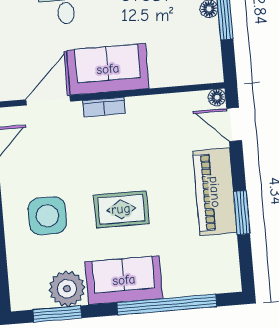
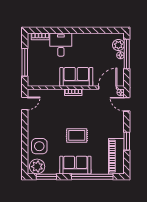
door: (48, 100) -> (108, 88), moved
piano: (215, 192) -> (116, 156), moved
side table: (47, 216) -> (39, 146), moved
plant: (67, 289) -> (37, 167), moved

